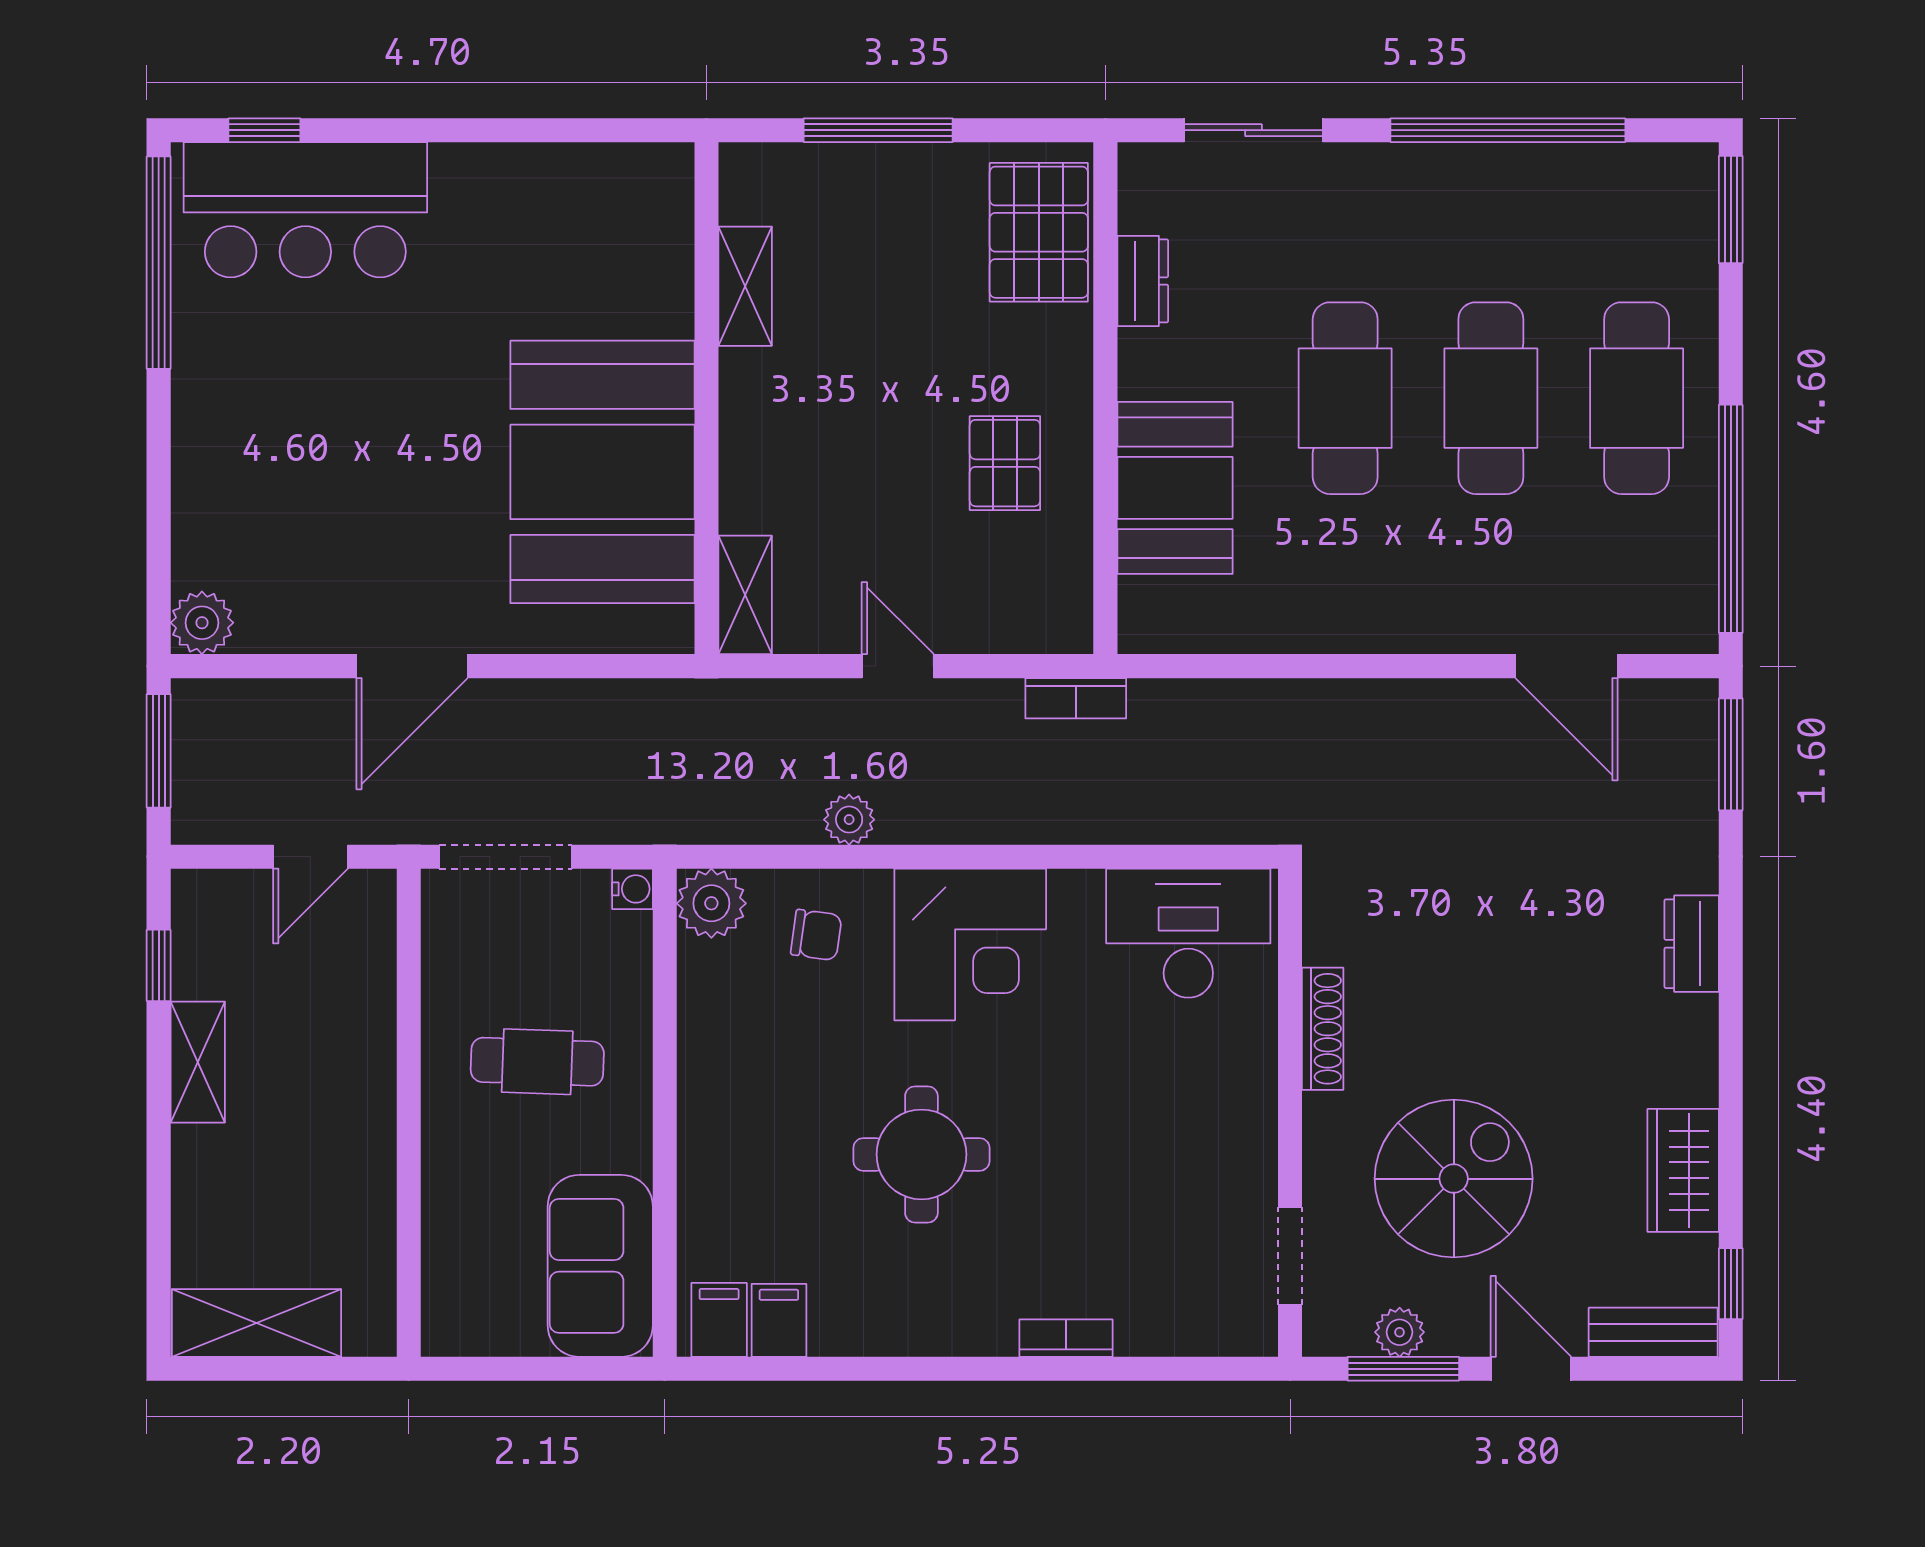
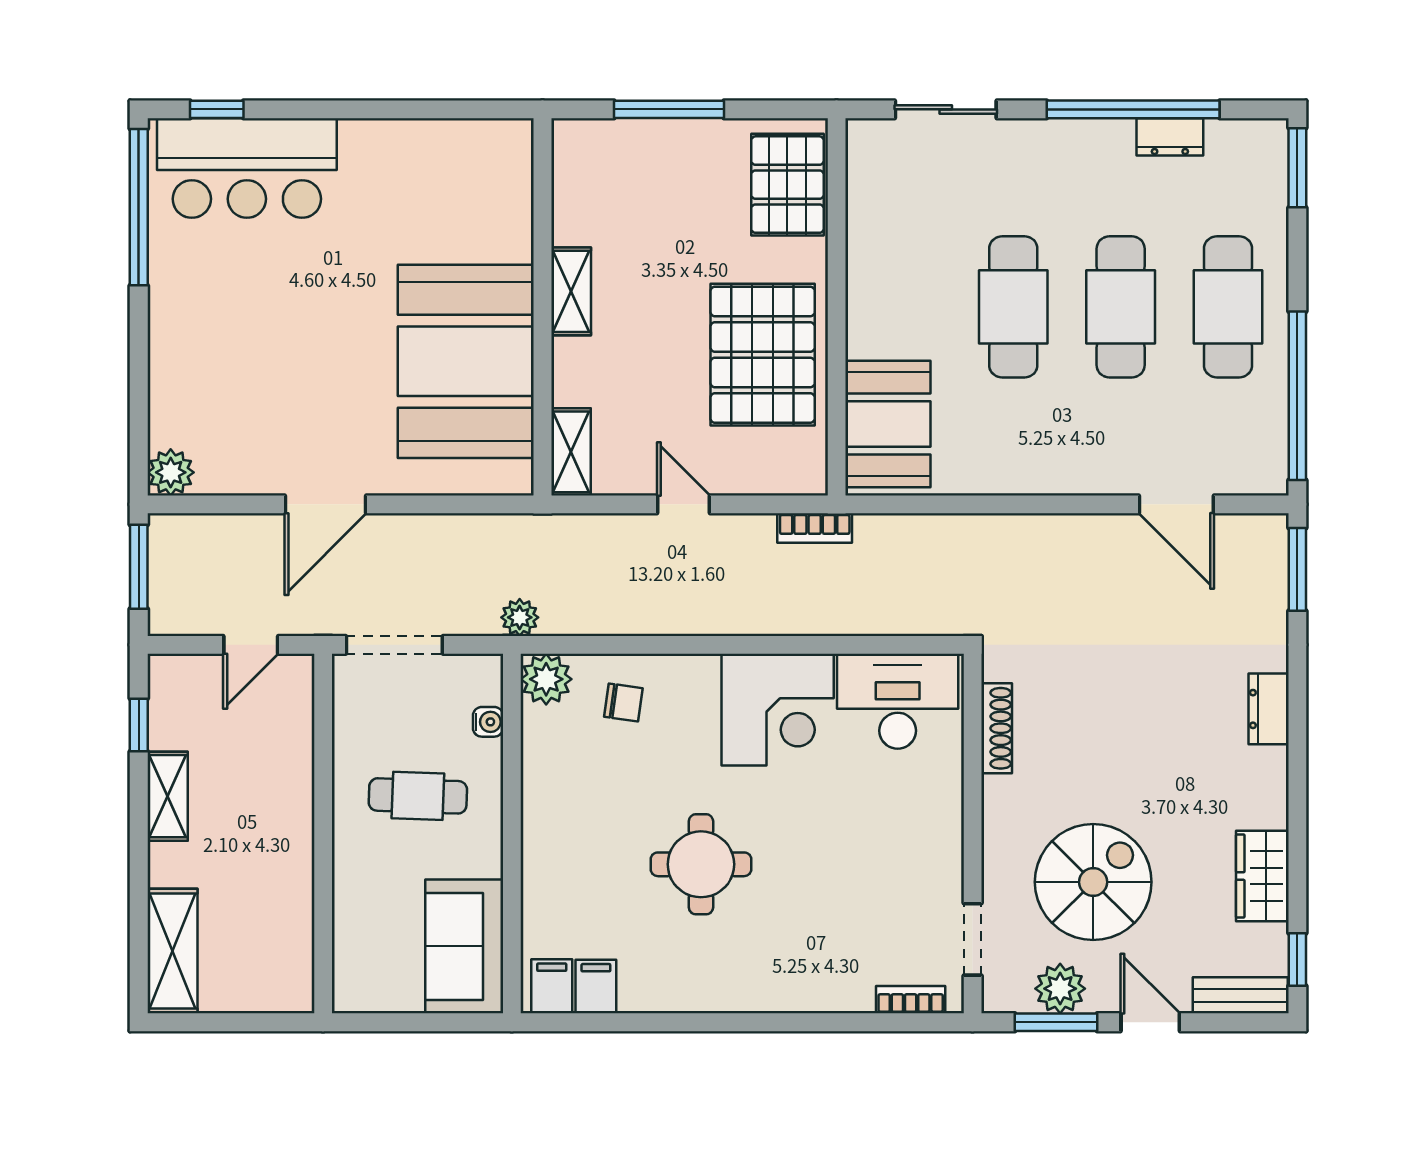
dresser: (1143, 281) -> (1170, 137), moved, turned 90
shelving: (745, 286) -> (571, 291), moved
pallet: (1005, 463) -> (763, 355), width x2.05, depth x2.00
booth: (1175, 488) -> (888, 424), moved
plant: (849, 820) -> (520, 617), moved
water cooler: (633, 889) -> (488, 722), moved
corner desk: (970, 944) -> (778, 710), moved
shoe rack: (1323, 1029) -> (997, 728), moved
shelving: (257, 1323) -> (173, 951), moved, turned 90
plant: (1400, 1332) -> (1060, 989), width x1.38, depth x1.38
bookcase: (1066, 1338) -> (911, 1000), moved

